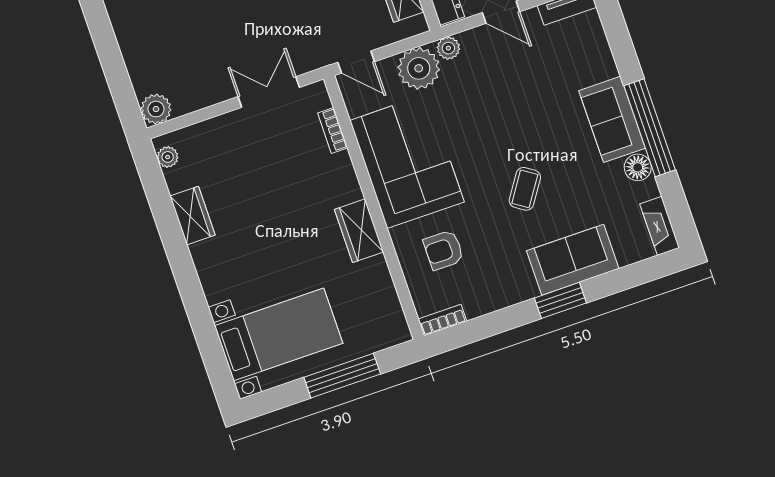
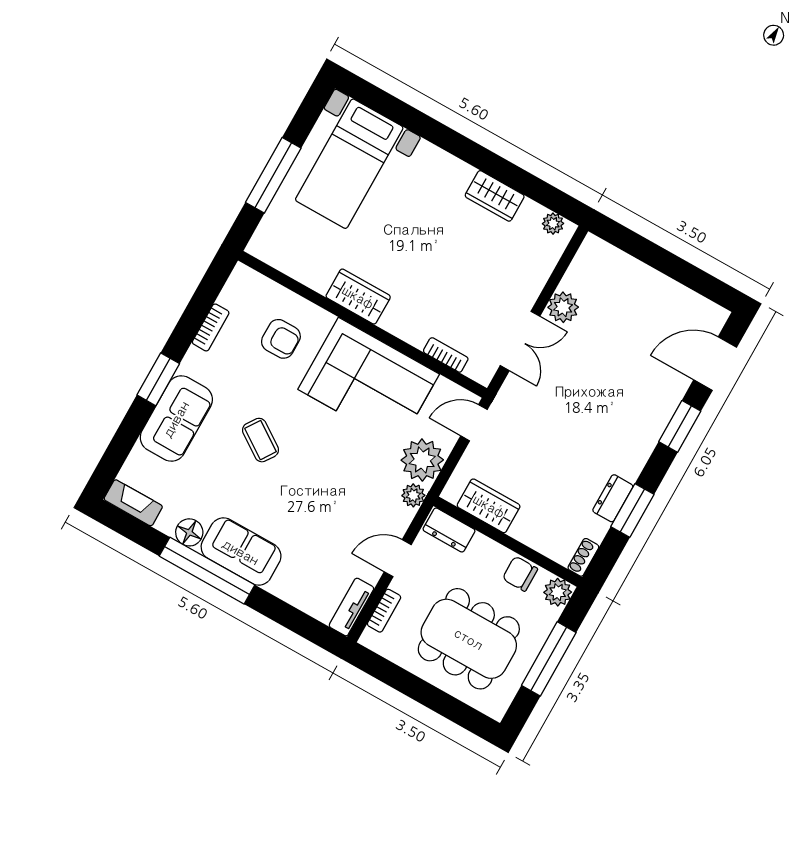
plant: (156, 109) -> (563, 307), moved
armchair: (444, 250) -> (281, 339), turned 90
bookcase: (442, 320) -> (211, 327), moved

